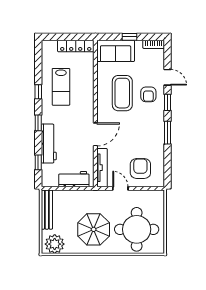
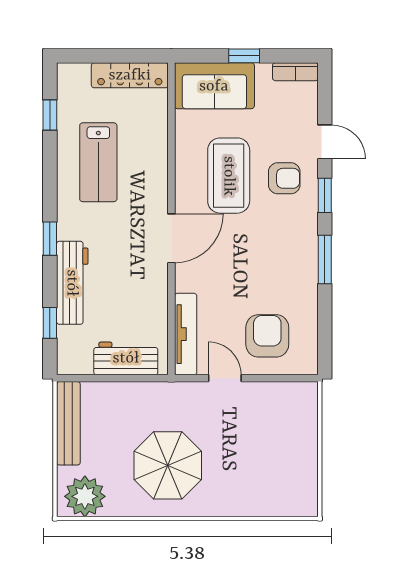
window: (38, 92) -> (50, 115), moved
armchair: (148, 94) -> (284, 178), turned -90
door: (95, 134) -> (171, 238), moved
round table: (137, 229) -> (259, 465), removed

